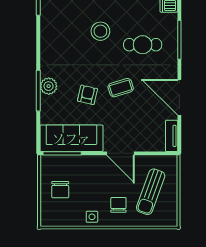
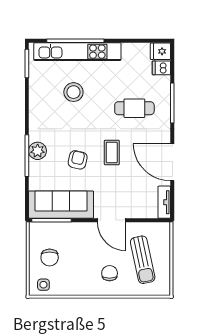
stool: (100, 31) -> (73, 92), moved
coffee table: (121, 88) -> (112, 152), turned -73
sun lounger: (151, 192) -> (143, 260), turned -32
side table: (92, 217) -> (43, 285), moved

